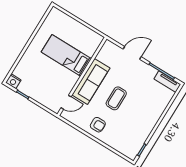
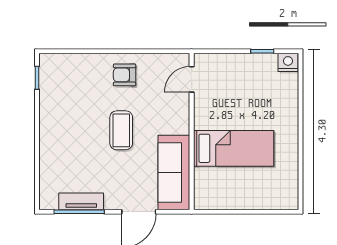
sofa: (91, 81) -> (174, 172), moved
tv unit: (167, 82) -> (81, 201), moved

